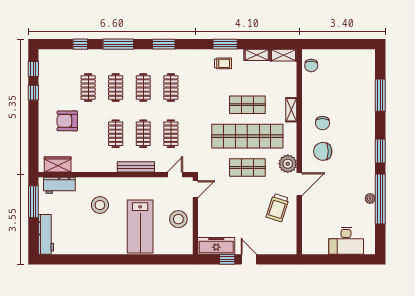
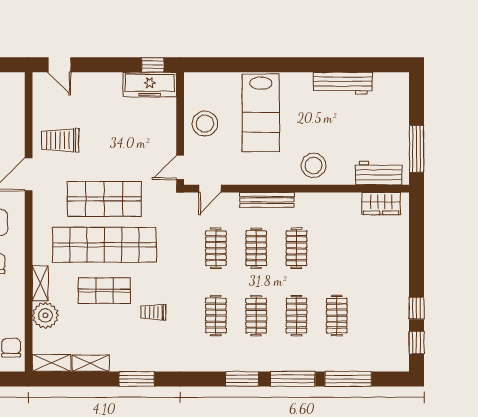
window: (80, 44) -> (348, 379), width x2.17
window: (164, 44) -> (242, 379), moved
trolley: (223, 63) -> (153, 312), moved
armchair: (67, 121) -> (367, 267), removed
plant: (288, 164) -> (45, 315), moved
shop shelf: (247, 167) -> (104, 199), width x1.43, depth x1.36
stool: (100, 205) -> (314, 165), moved
trolley: (278, 208) -> (60, 140), turned -108
lab bench: (140, 226) -> (261, 113), turned 180
workbench: (46, 234) -> (343, 83), moved, turned -90
window: (227, 259) -> (153, 65), moved
door: (249, 259) -> (59, 65), moved

